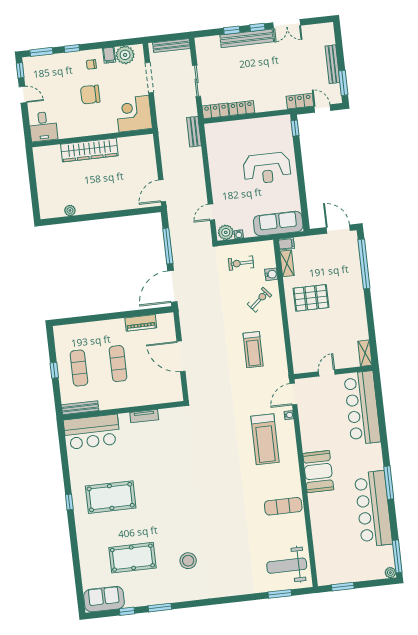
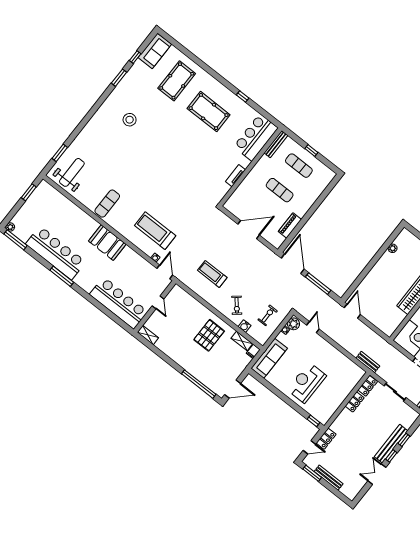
pool table: (111, 497) -> (209, 112), turned 90
window: (69, 502) -> (243, 96), moved
pool table: (132, 558) -> (177, 81), moved

